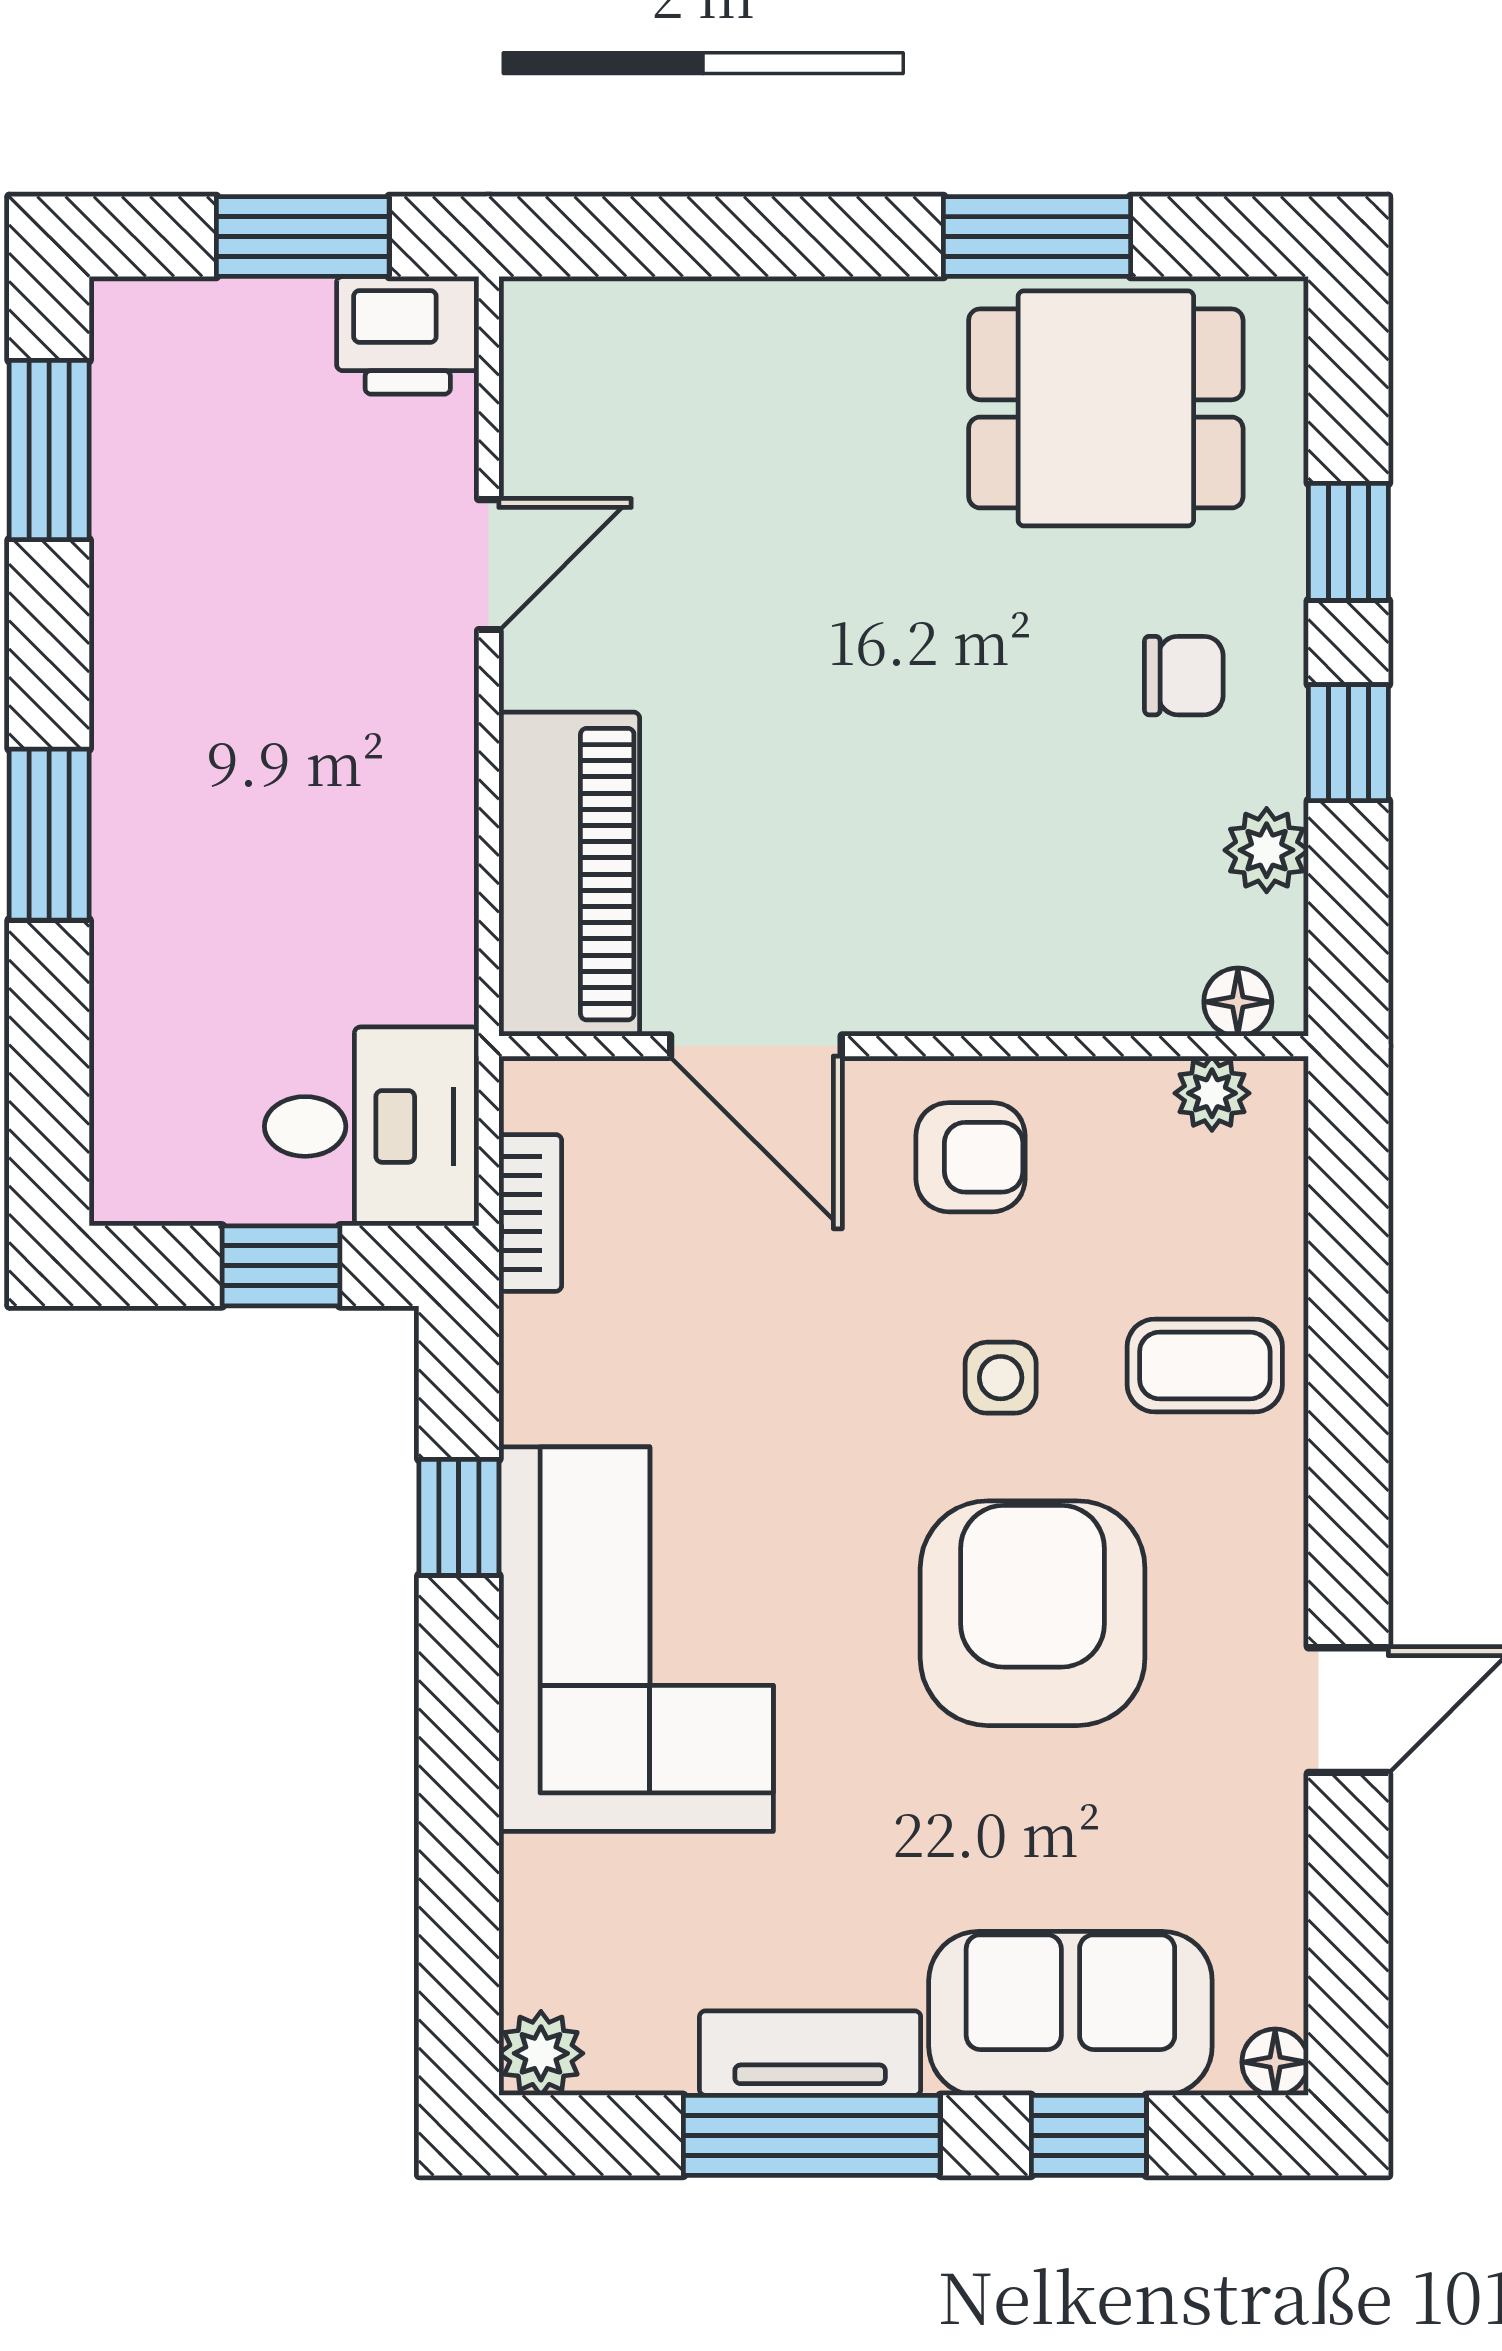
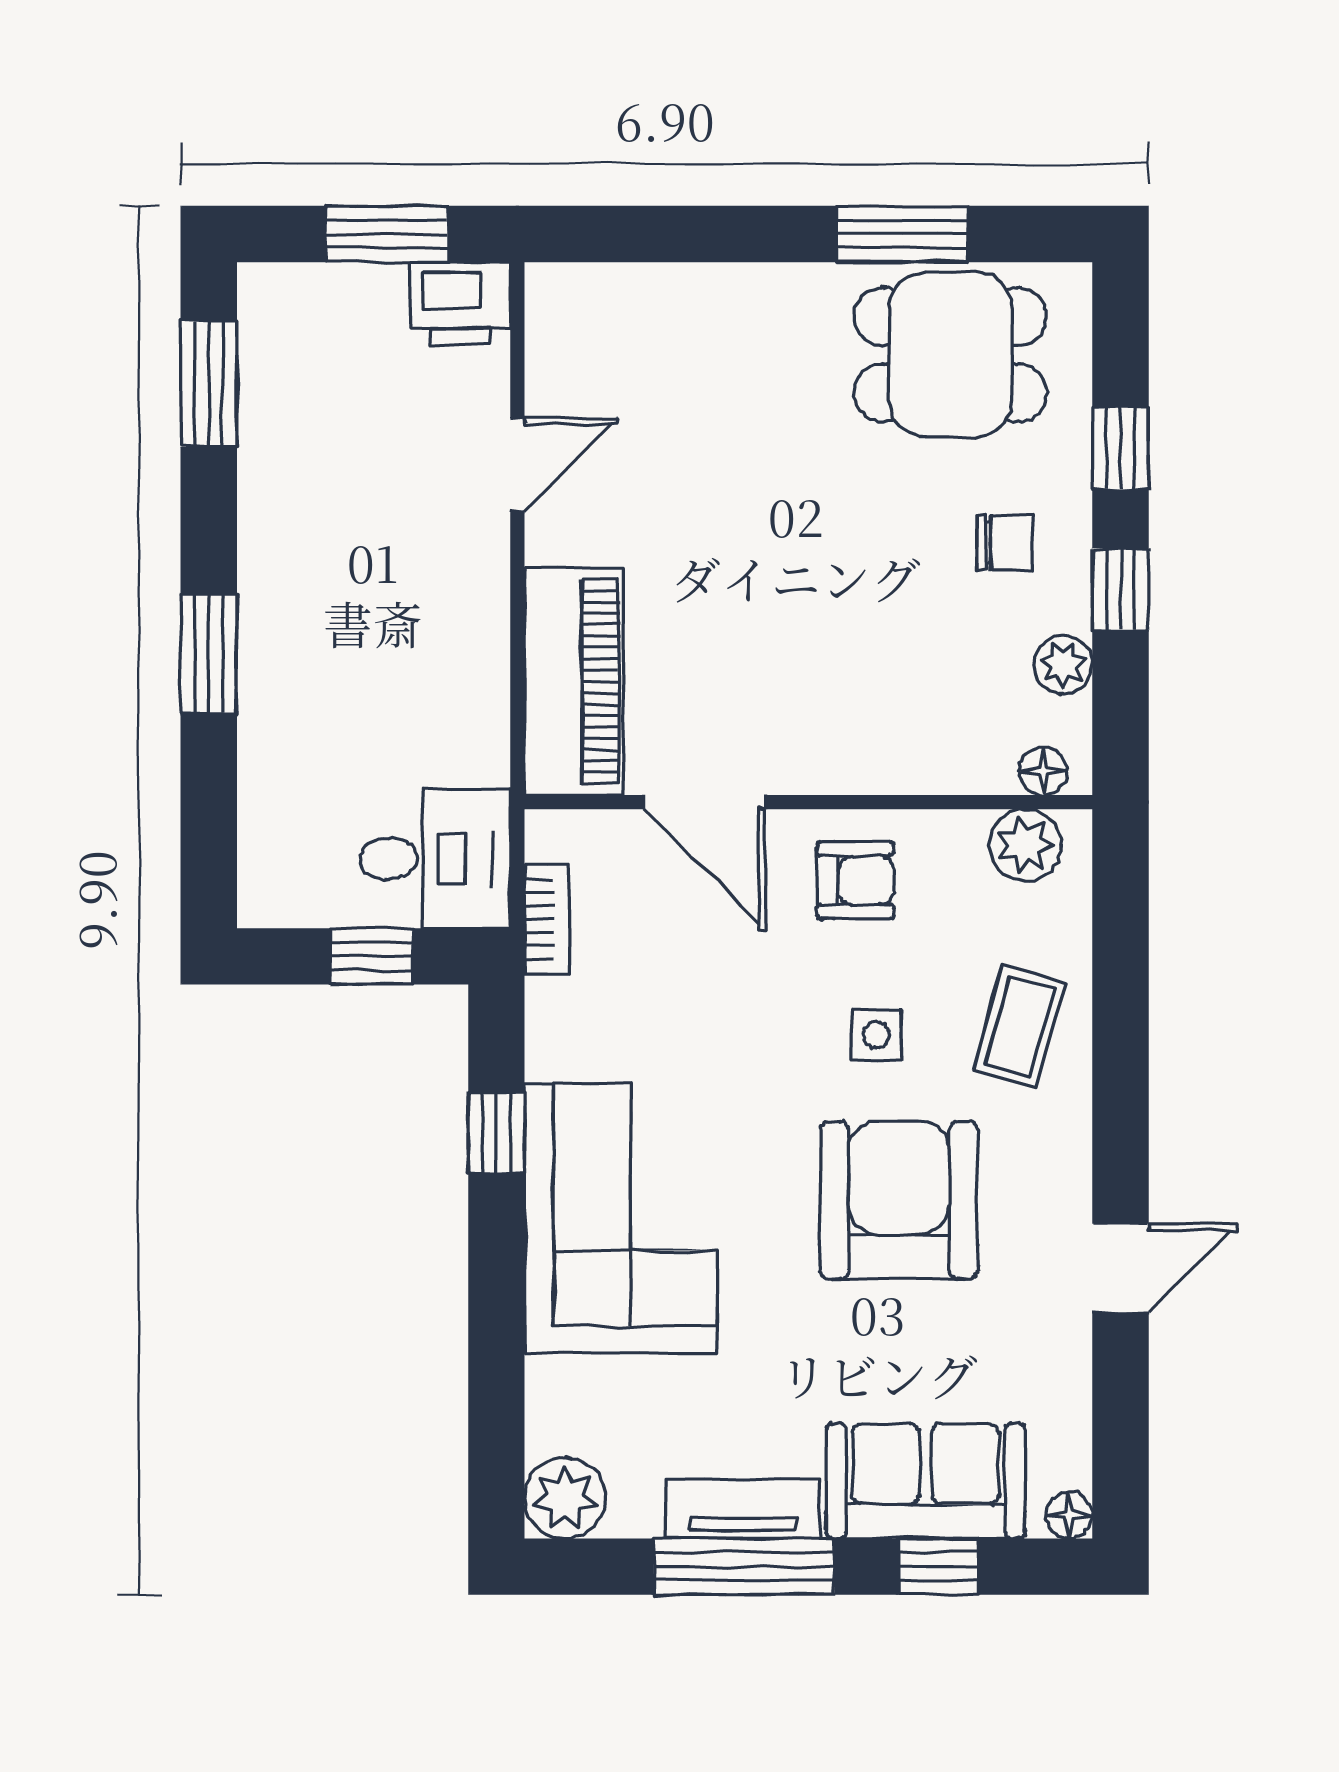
plant: (1212, 1093) -> (1025, 845), width x1.38, depth x1.38
coffee table: (1205, 1365) -> (1020, 1026), turned -74
plant: (541, 2053) -> (565, 1498), width x1.38, depth x1.38

